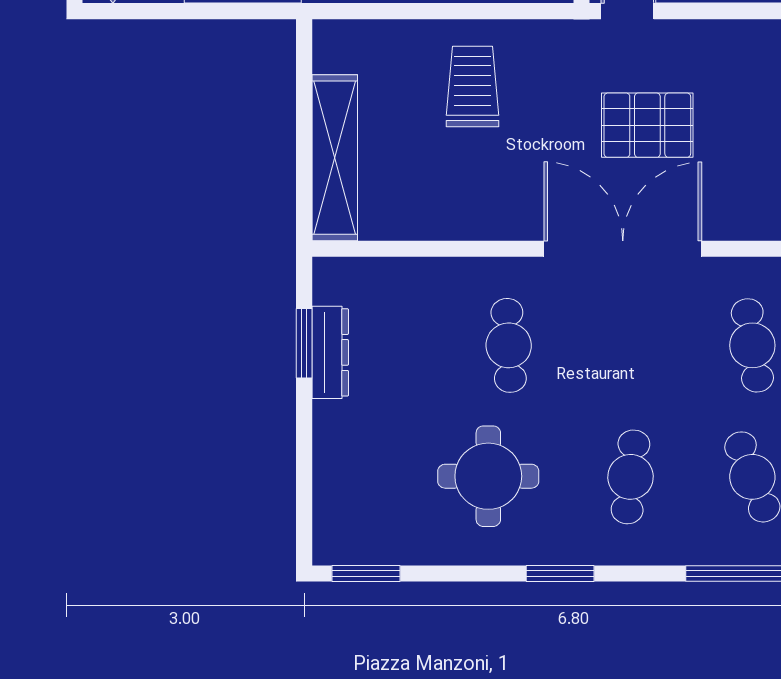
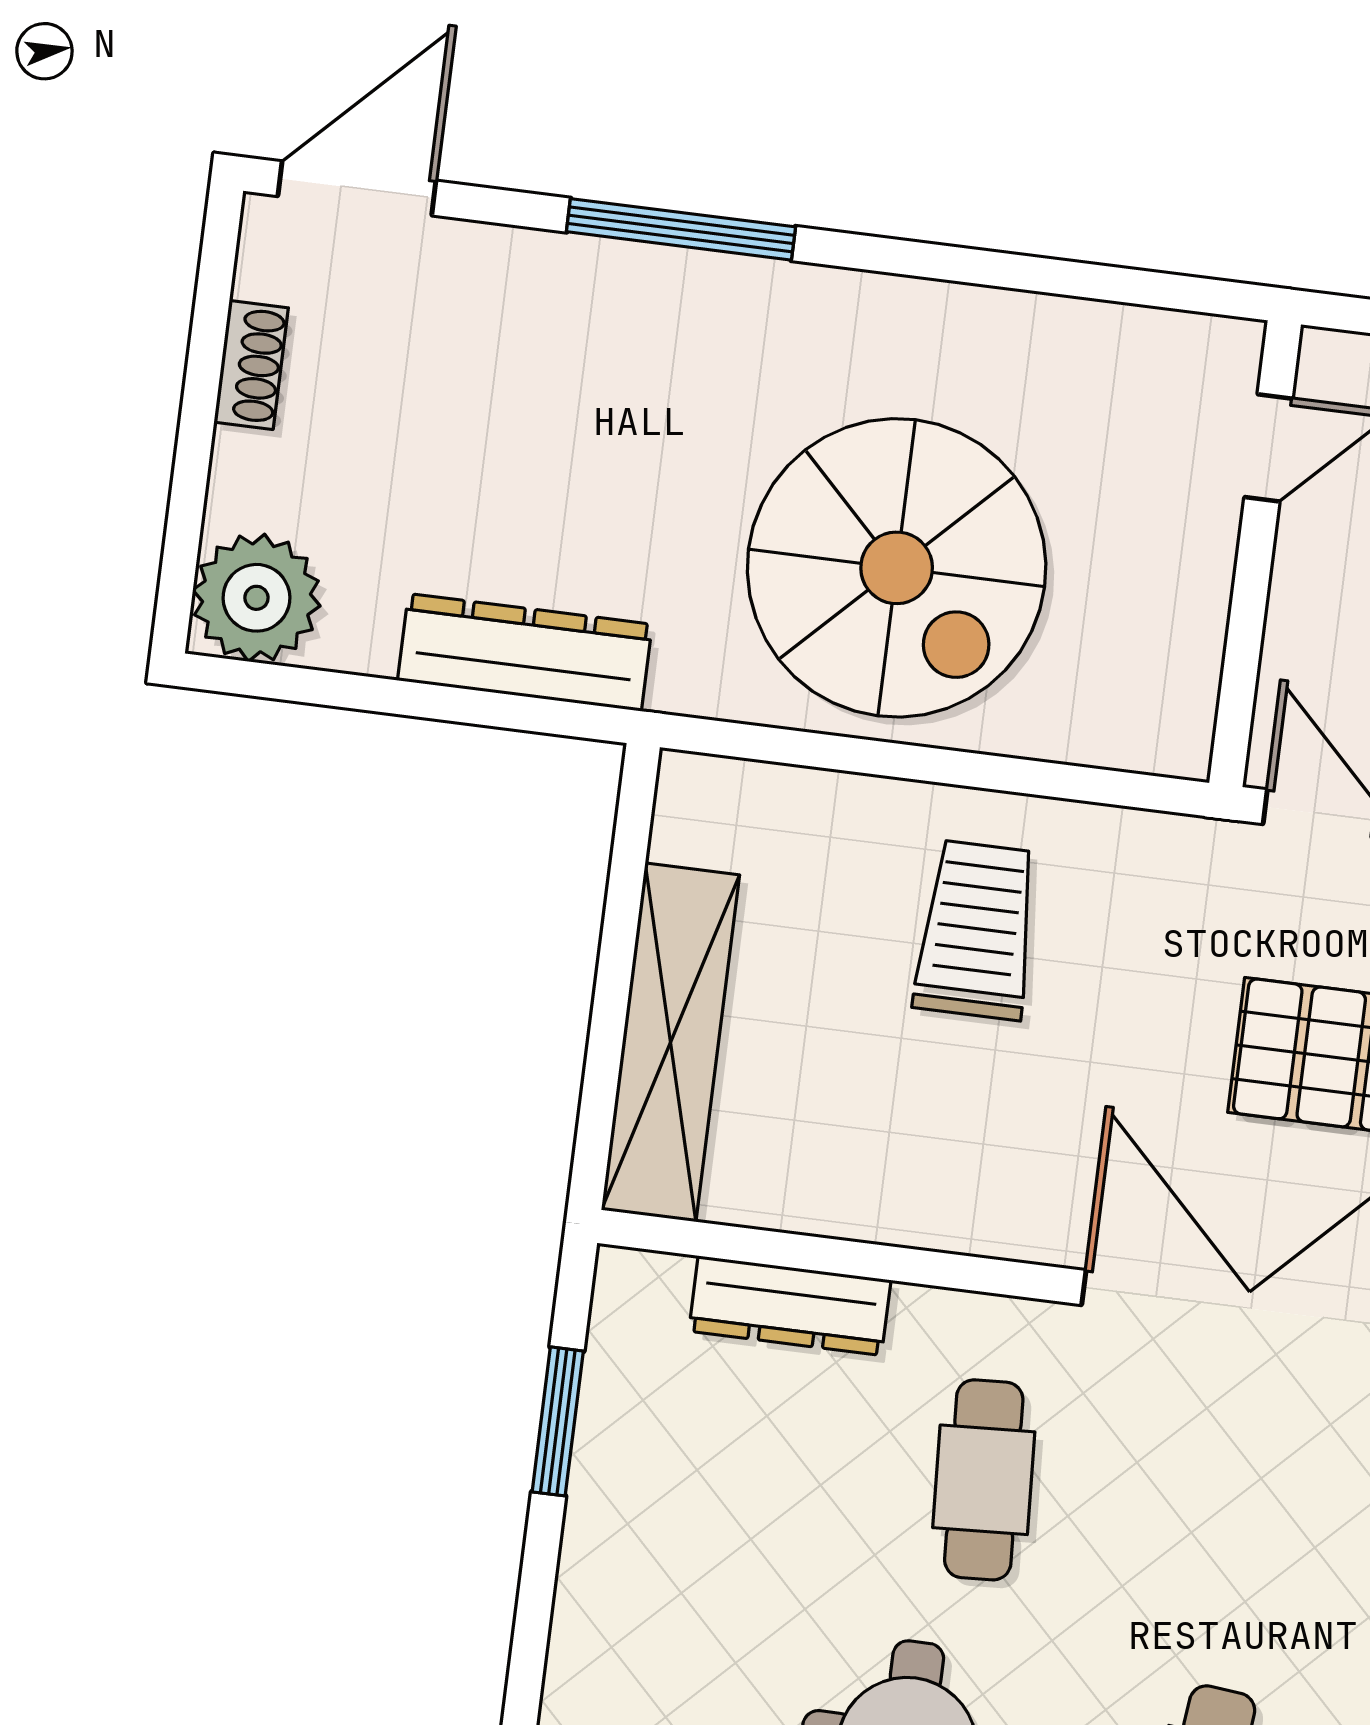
dresser: (330, 352) -> (790, 1306), moved, turned 90

